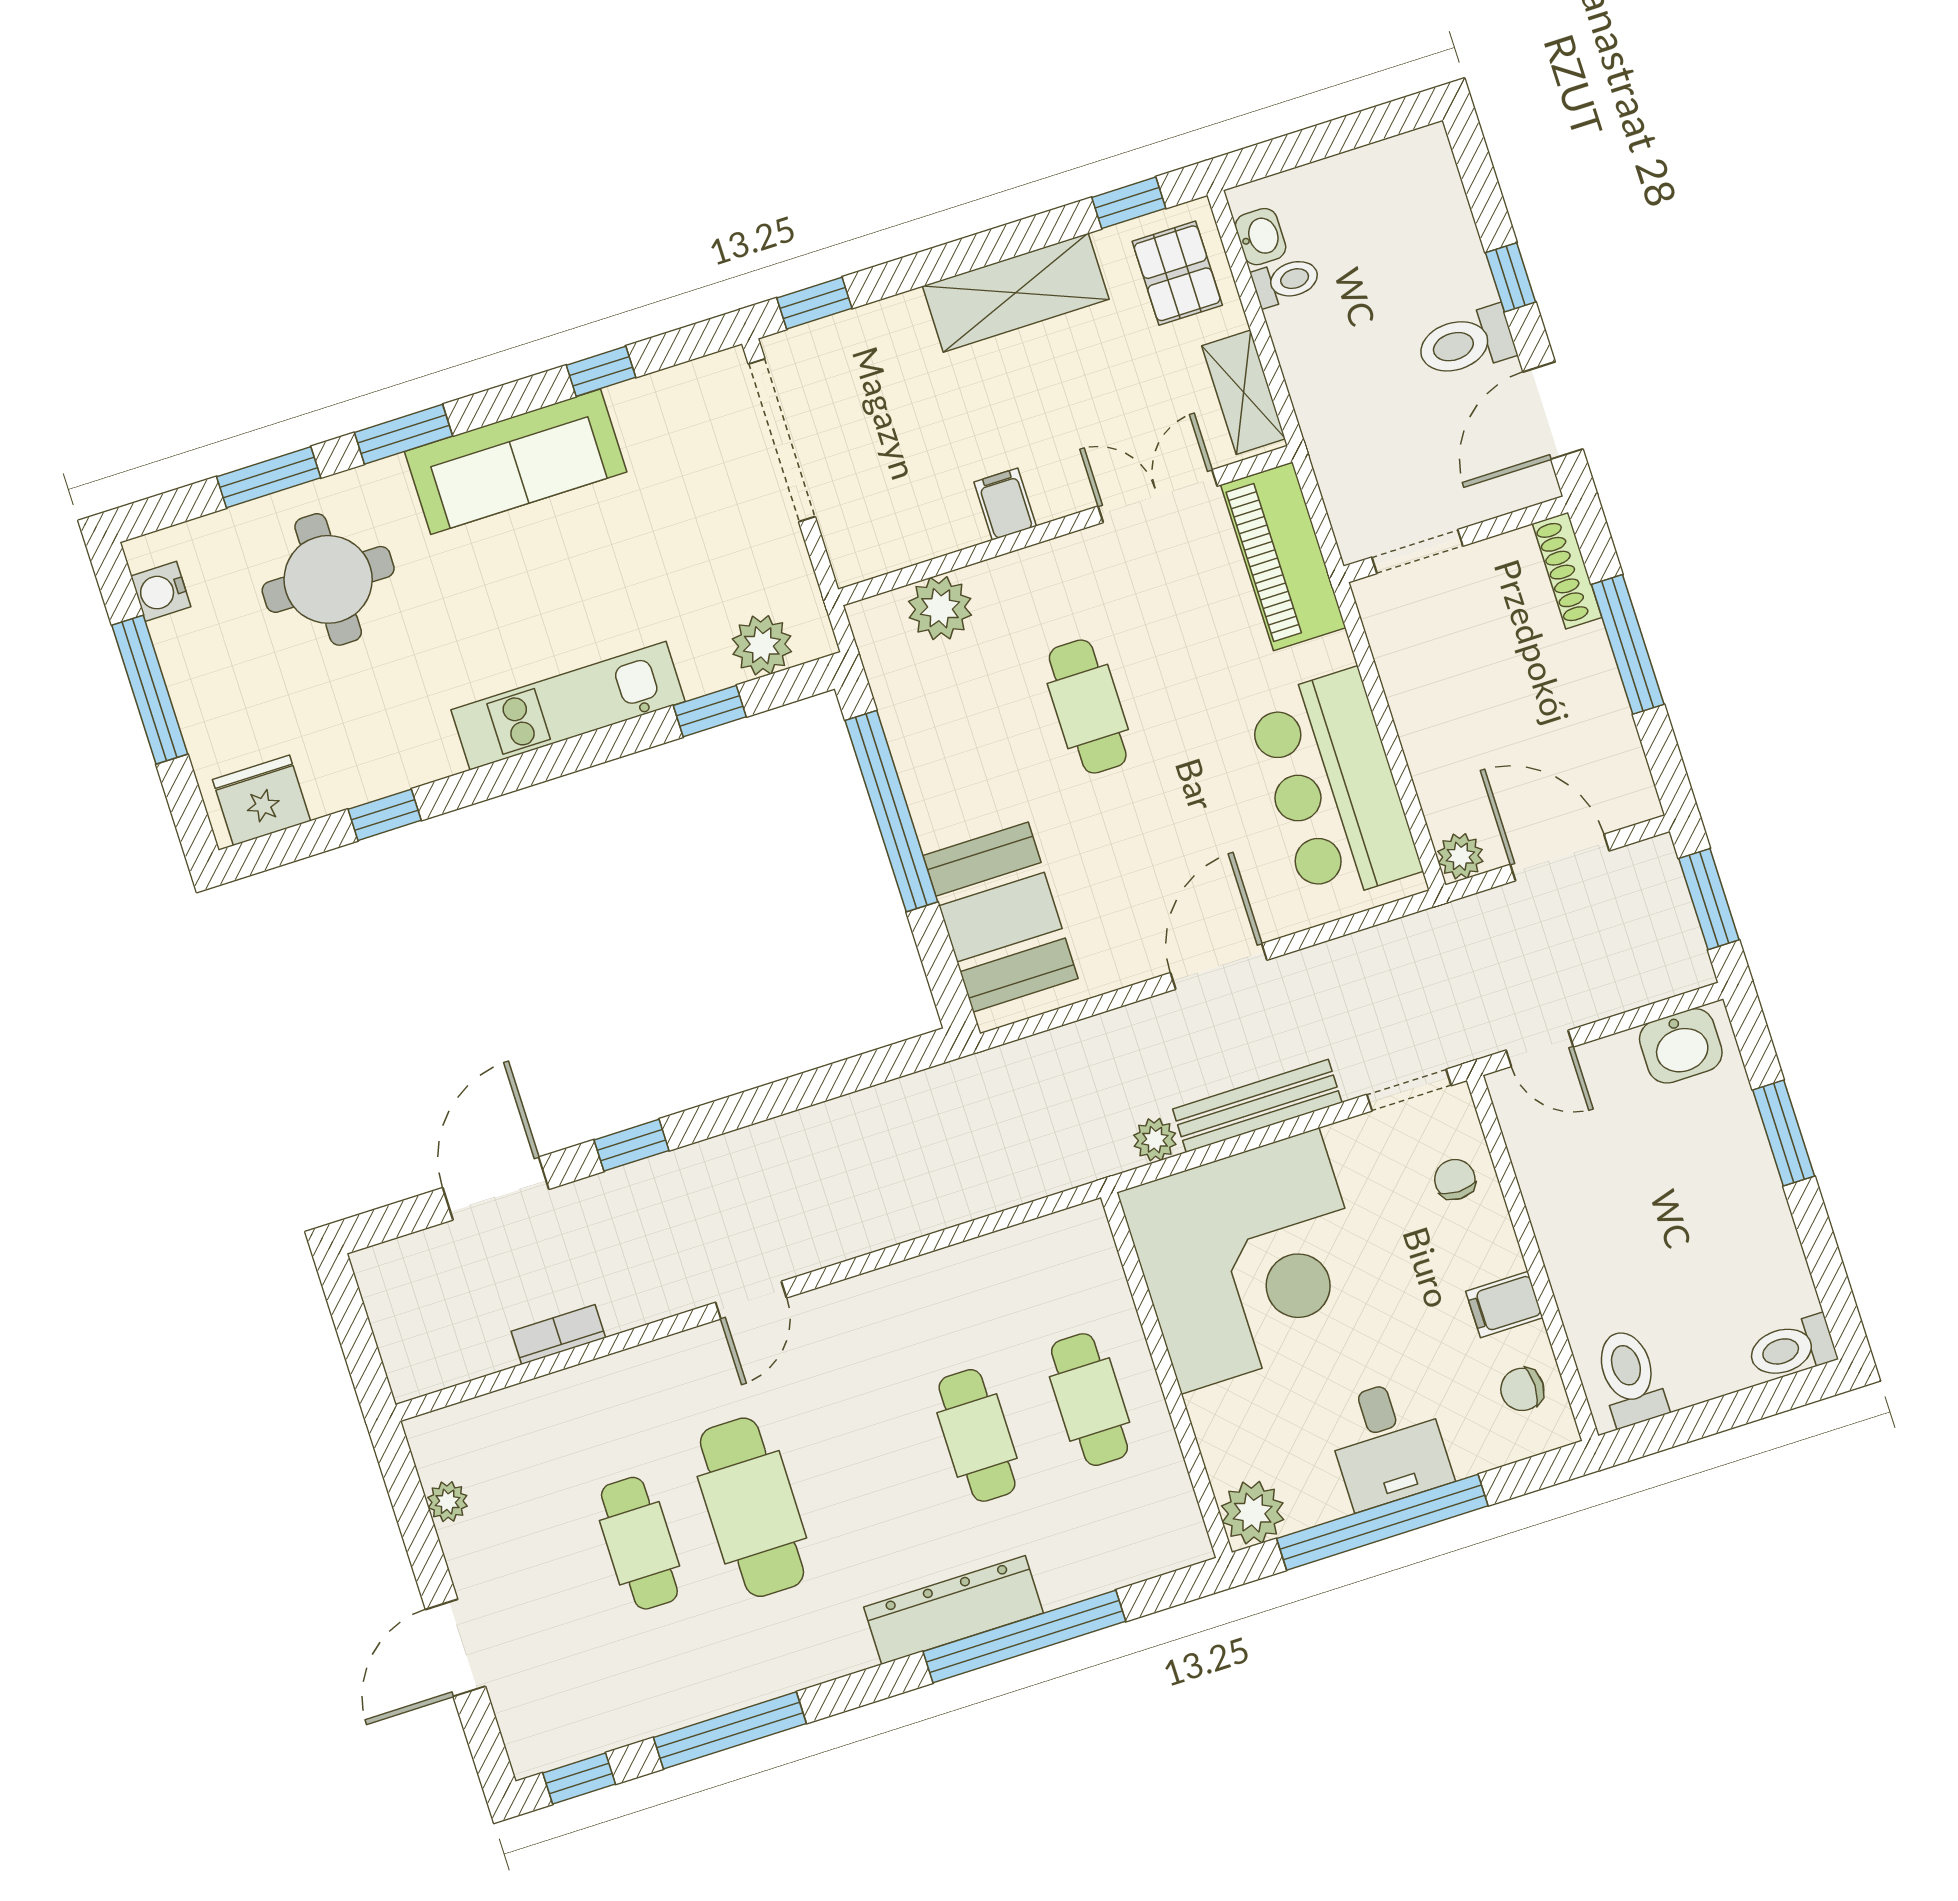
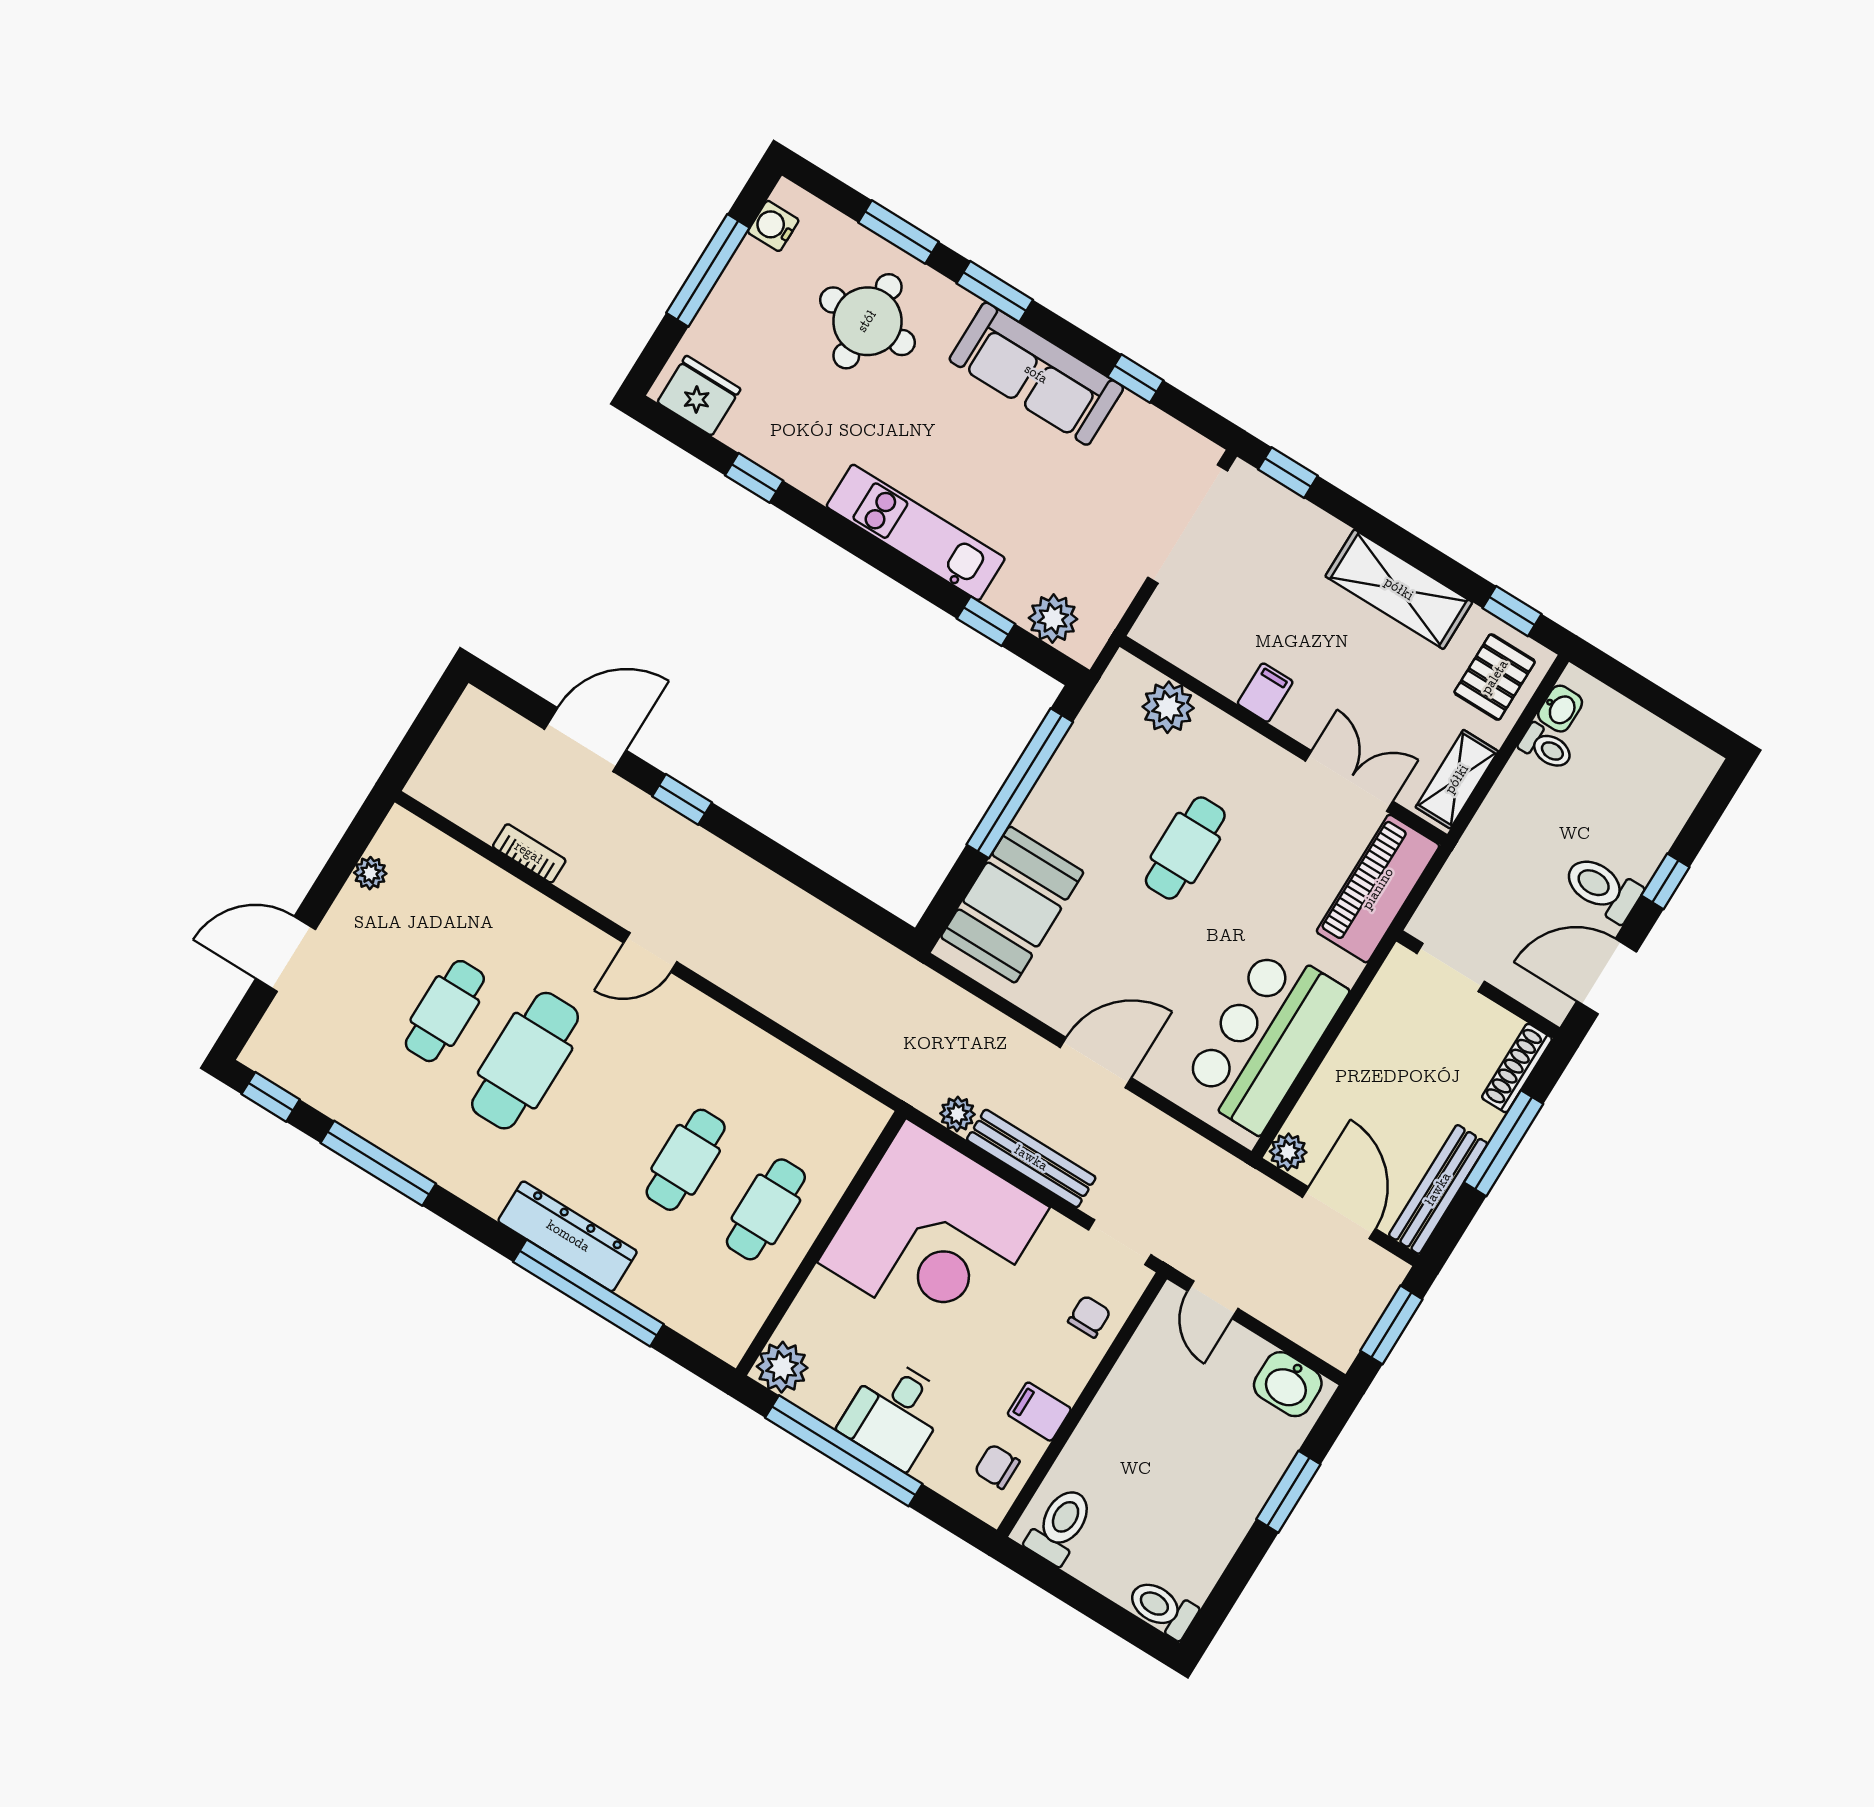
bench: (1618, 744) -> (1438, 1189), added

